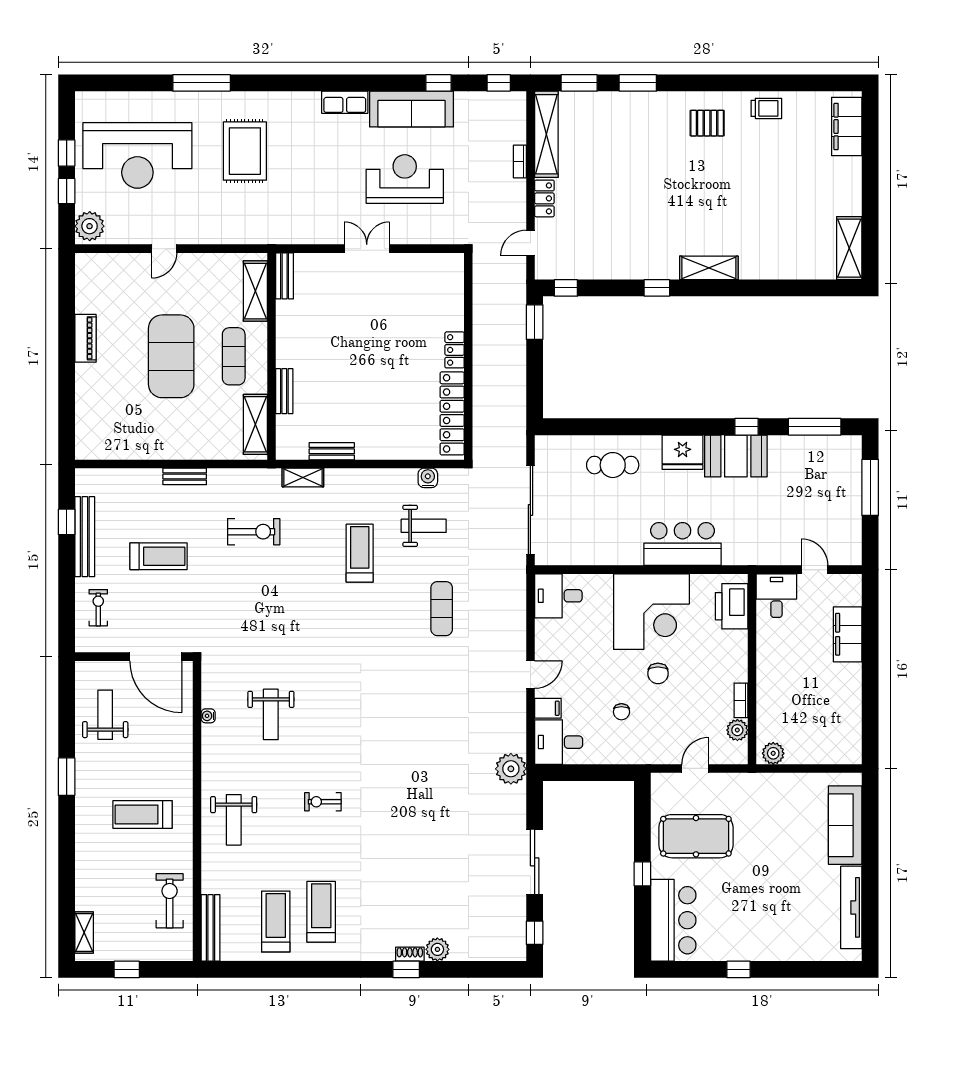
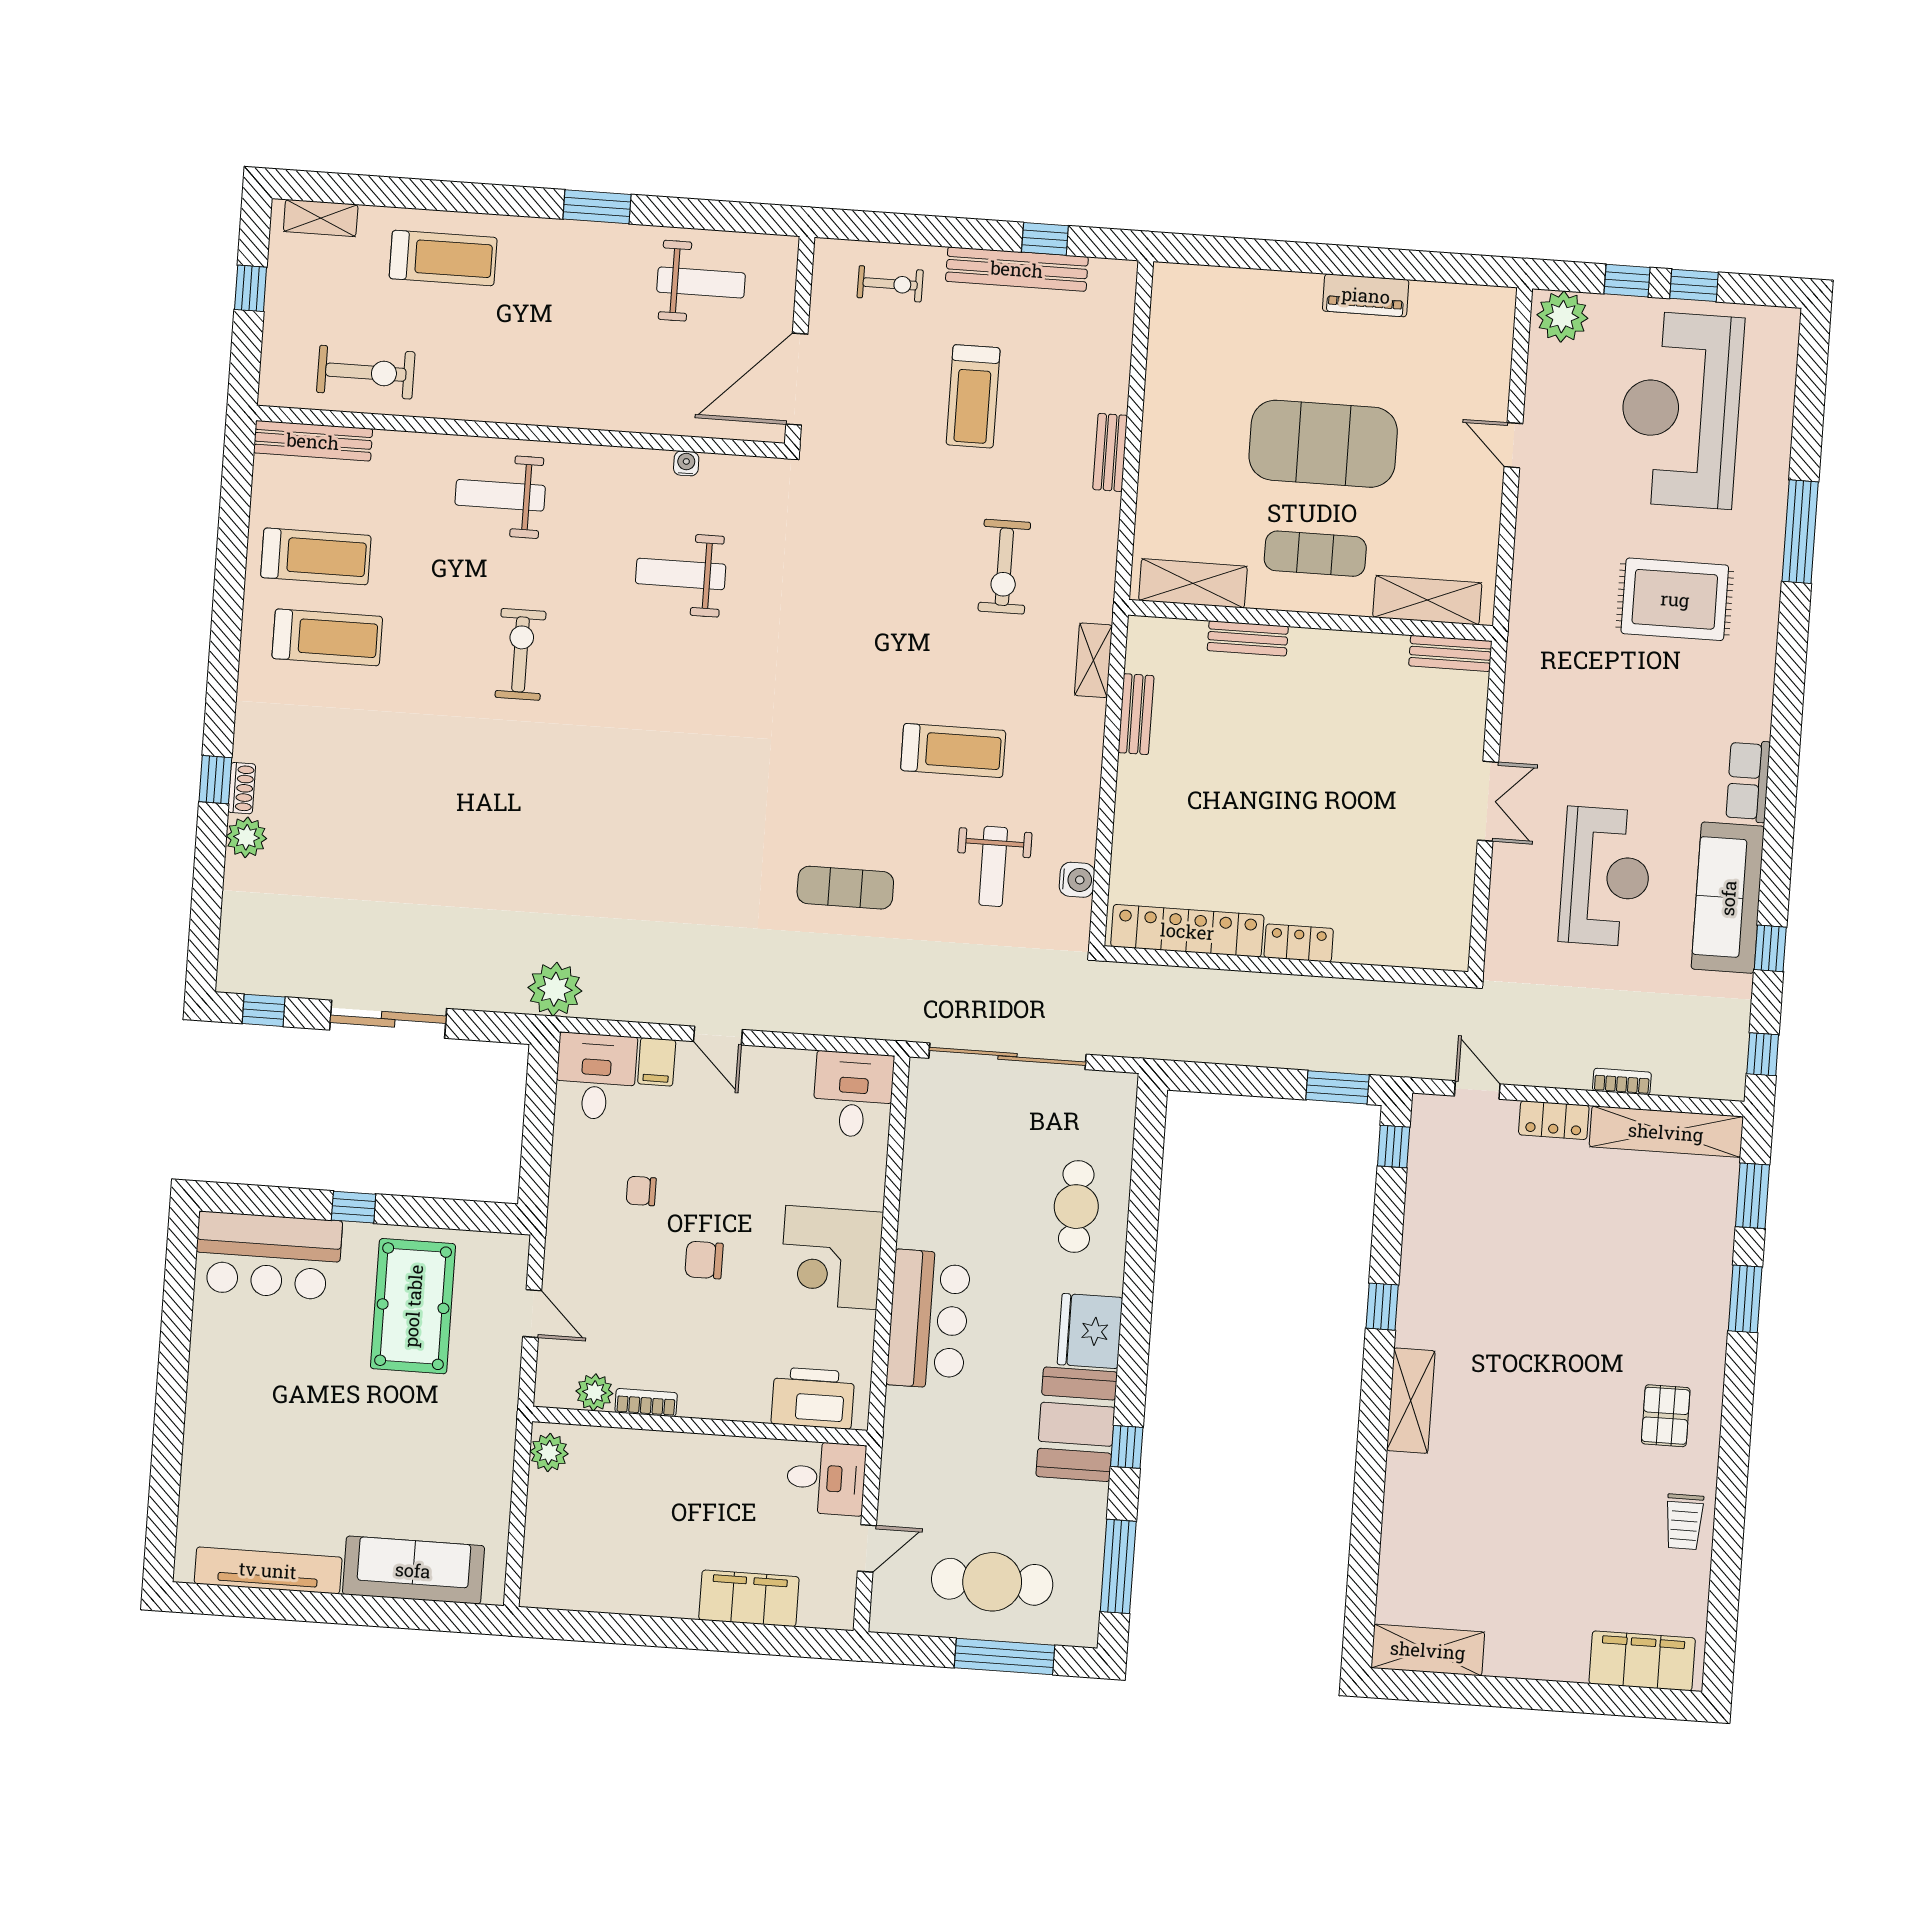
cafe table: (828, 497) -> (992, 1582), added
corner desk: (651, 612) -> (831, 1257), width x0.74, depth x0.74
exercise bike: (323, 802) -> (521, 654), width x1.38, depth x1.39
treadmill: (143, 814) -> (443, 258), moved, turned 90
window: (739, 969) -> (173, 1364), removed

